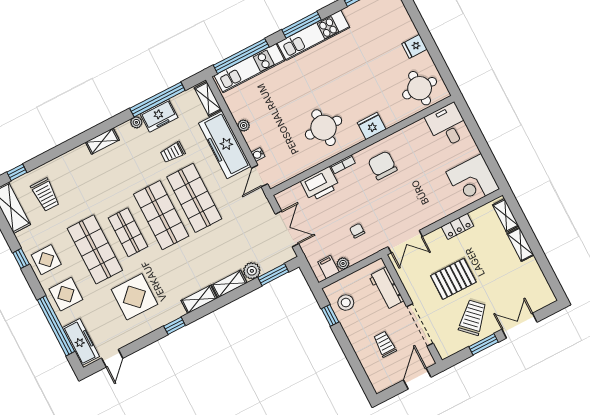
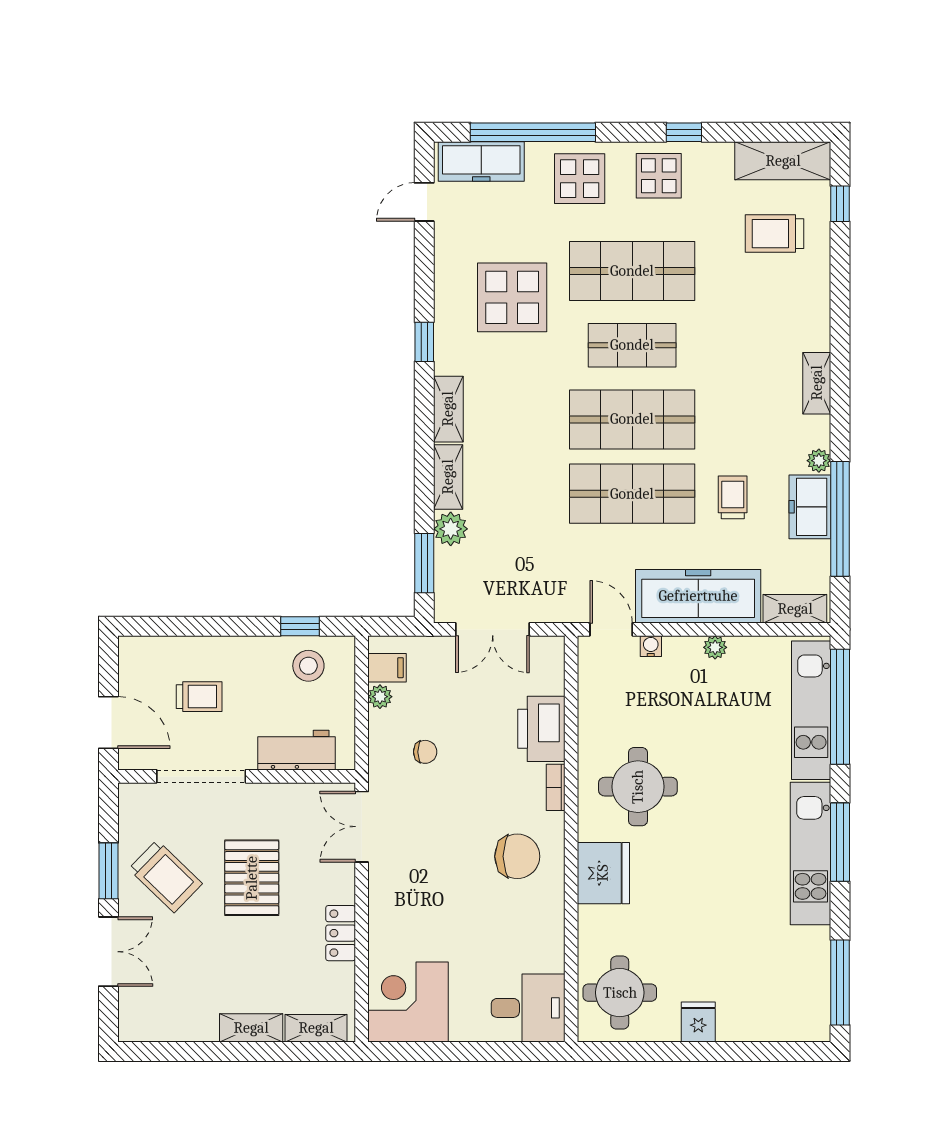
fridge: (372, 126) -> (603, 873), width x1.36, depth x1.34
door: (112, 358) -> (424, 202), hinge flipped

